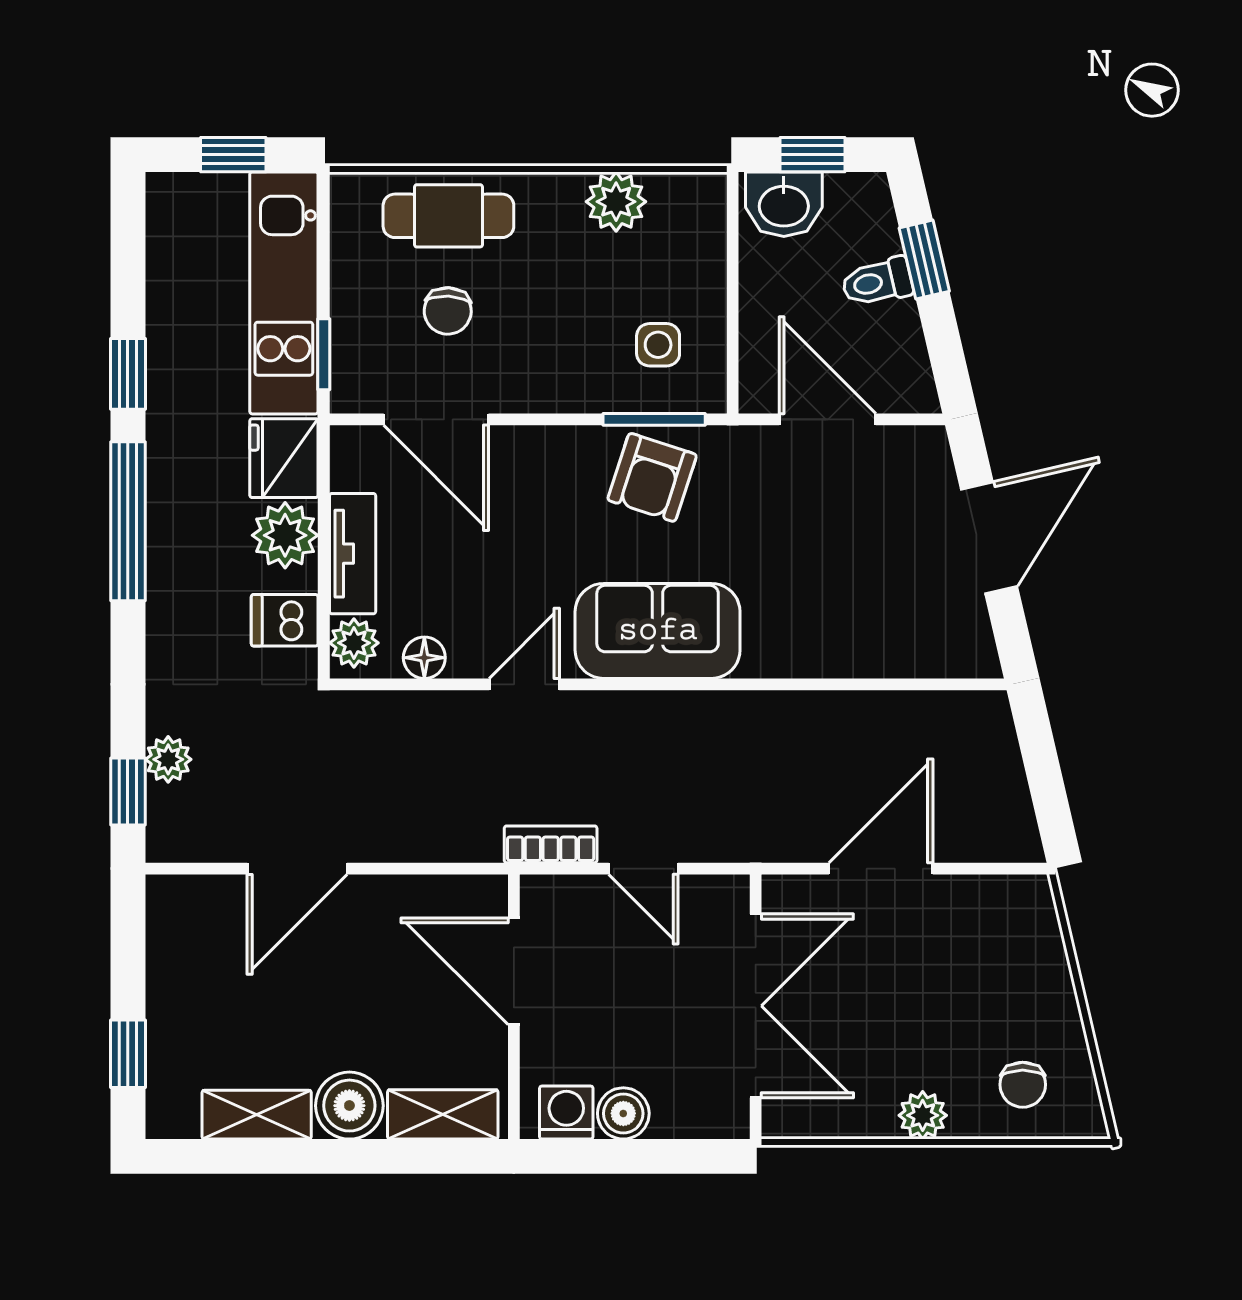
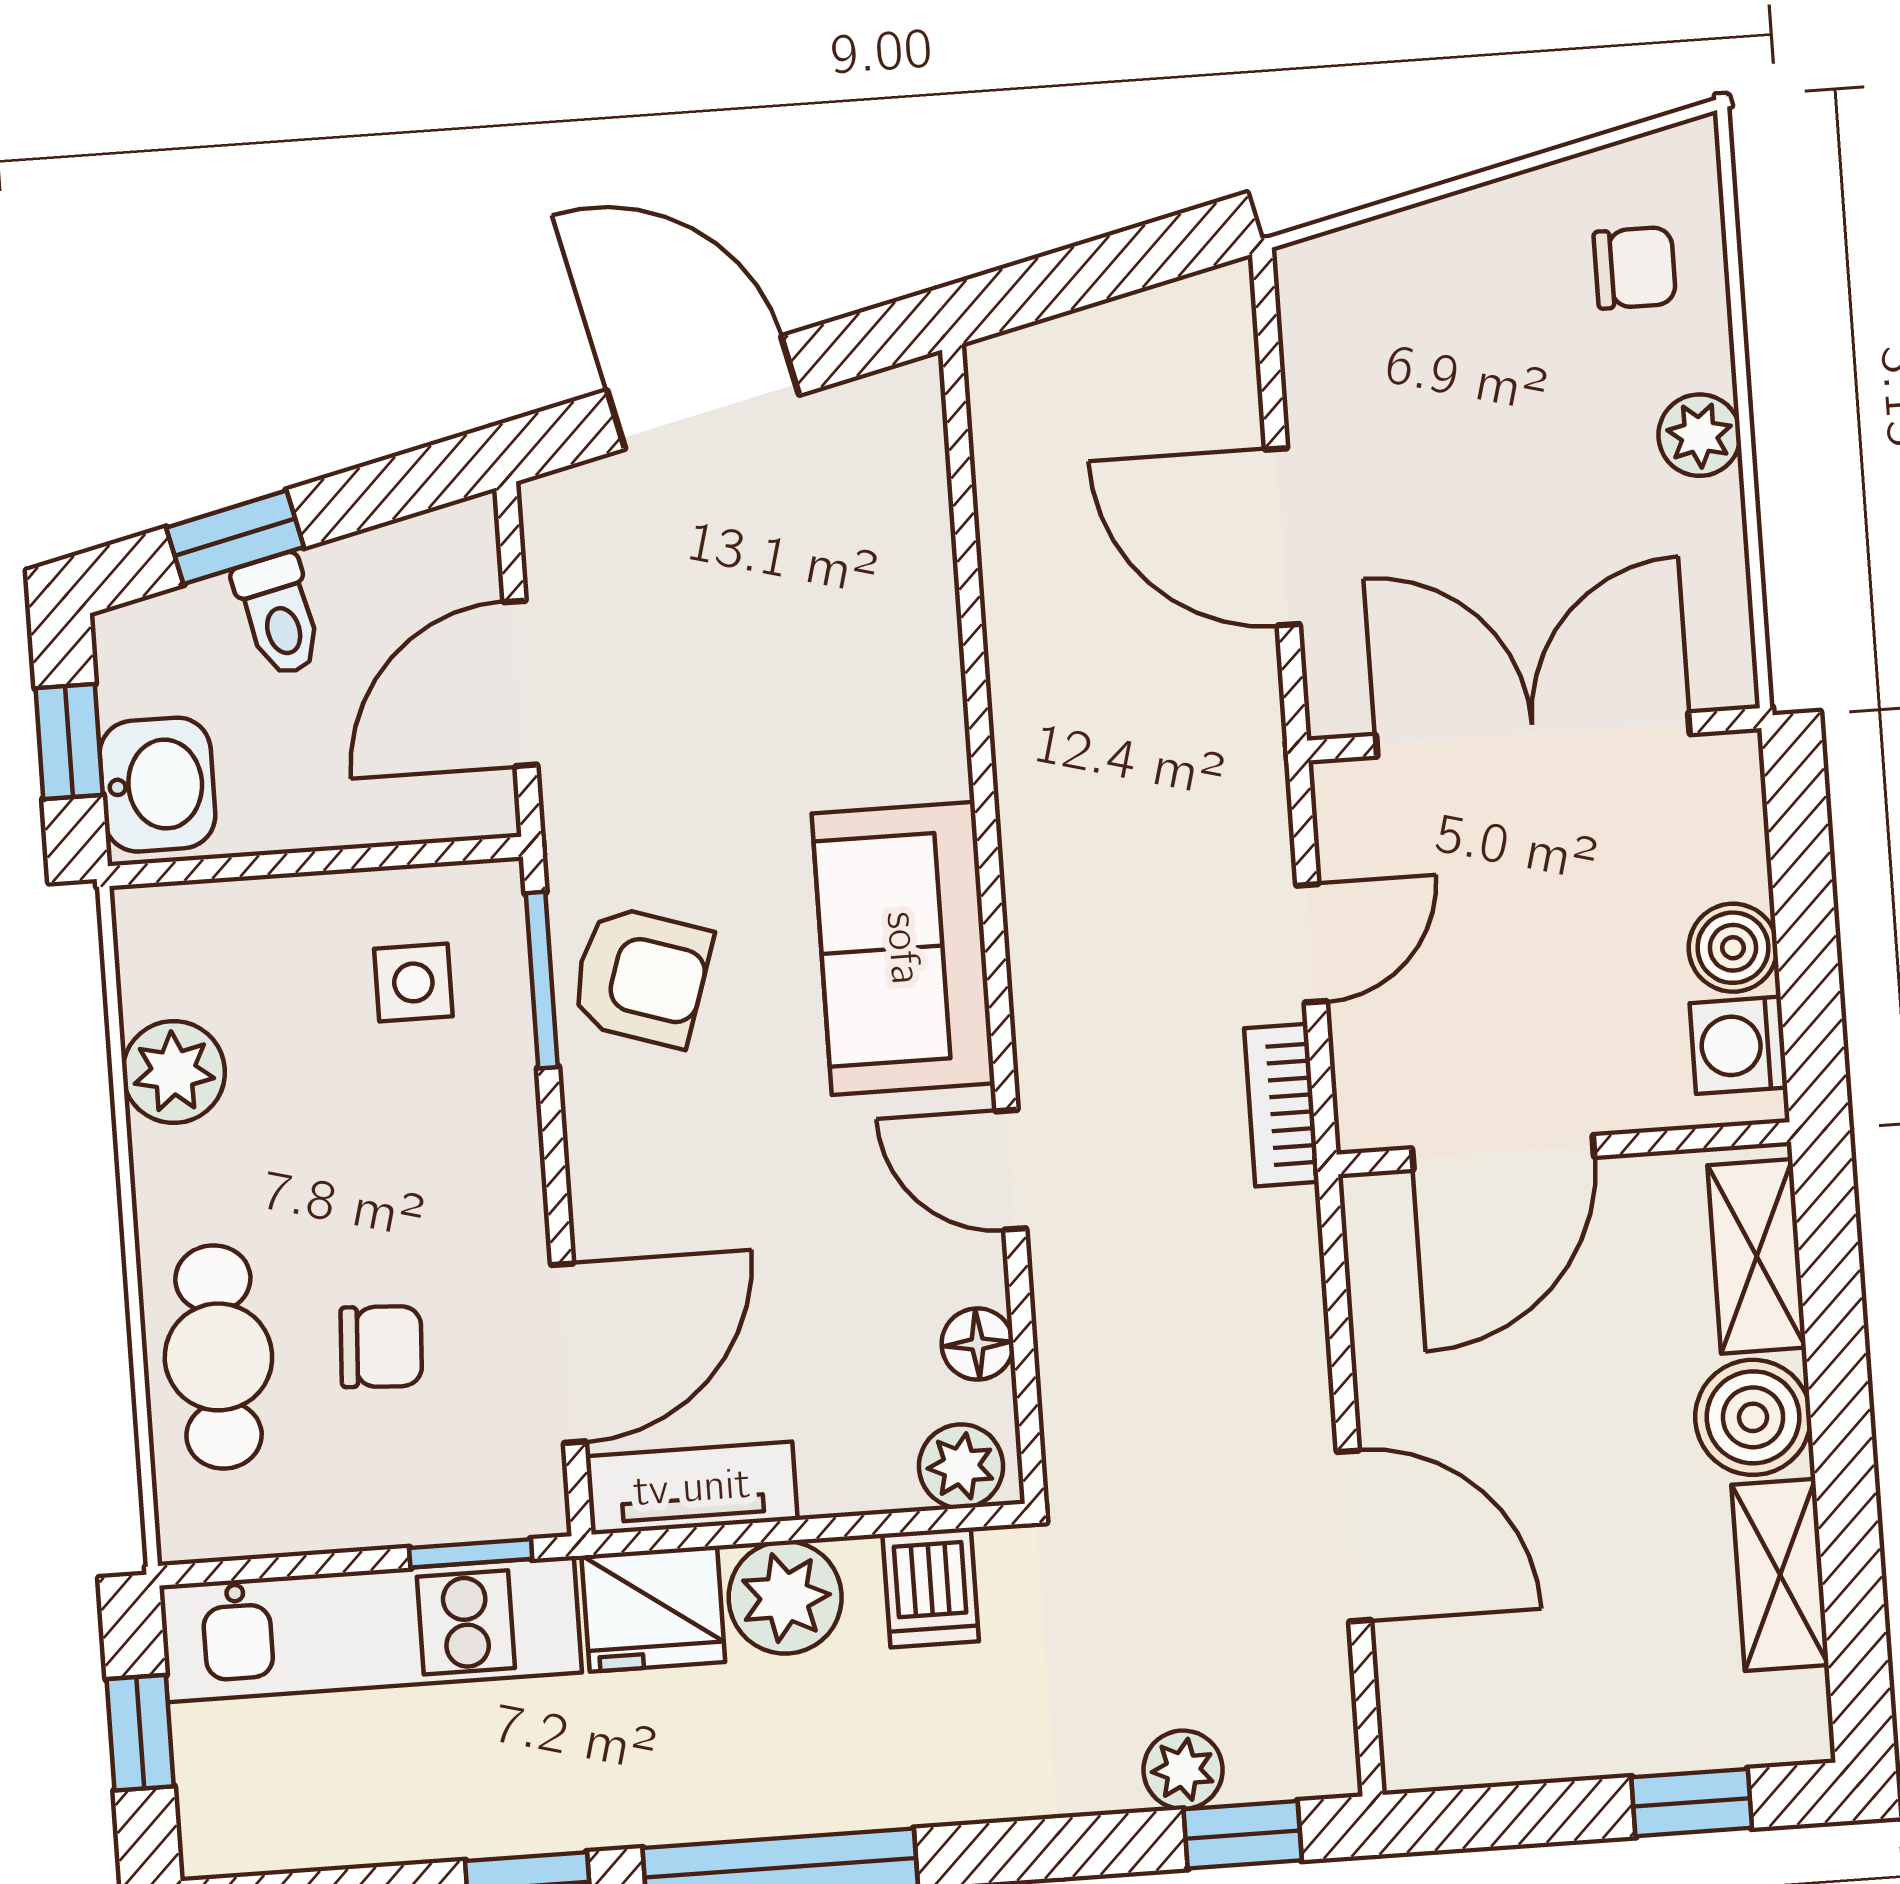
tv unit: (353, 554) -> (692, 1488), moved

